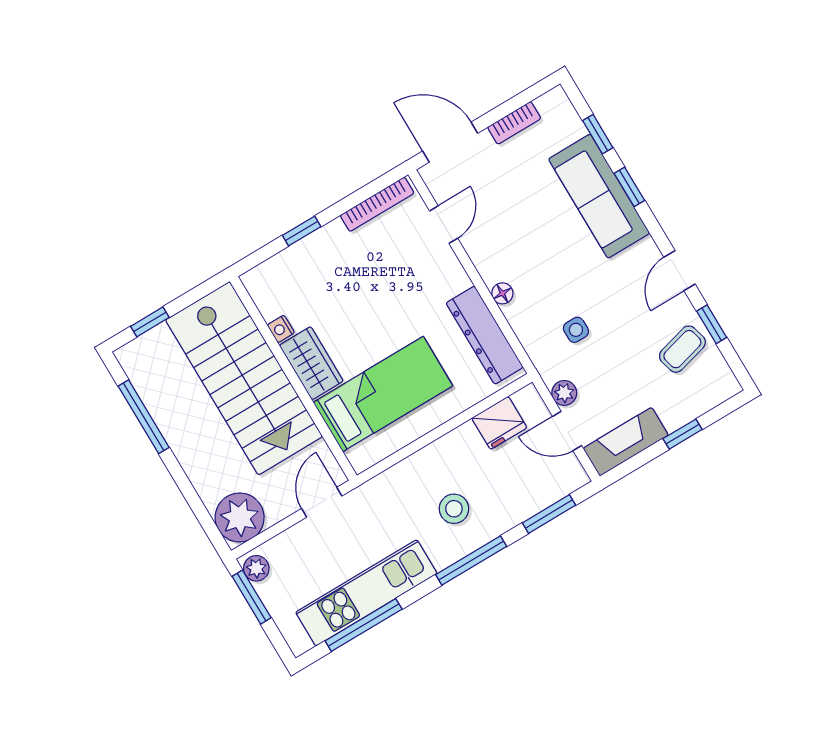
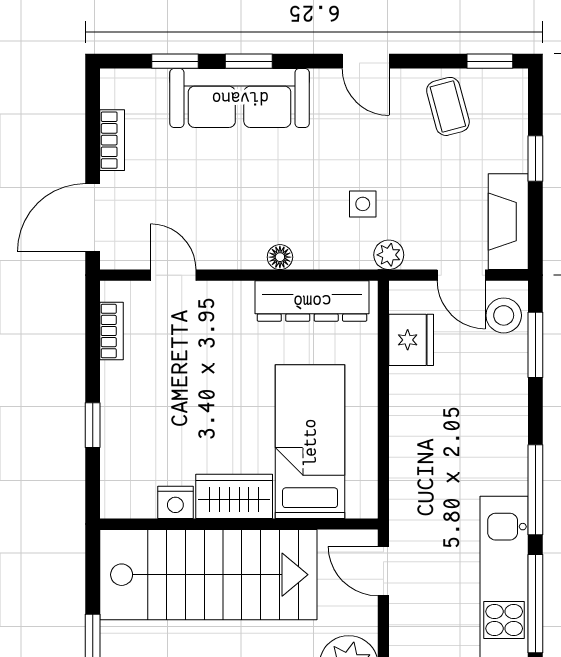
bookcase: (377, 204) -> (111, 331), width x0.64
window: (712, 324) -> (490, 61), moved
nightstand: (281, 329) -> (175, 502), width x1.39, depth x1.35
plant: (564, 393) -> (389, 255), moved
door: (567, 431) -> (461, 275), hinge flipped
stool: (454, 509) -> (504, 315), moved
window: (471, 561) -> (535, 490), moved

